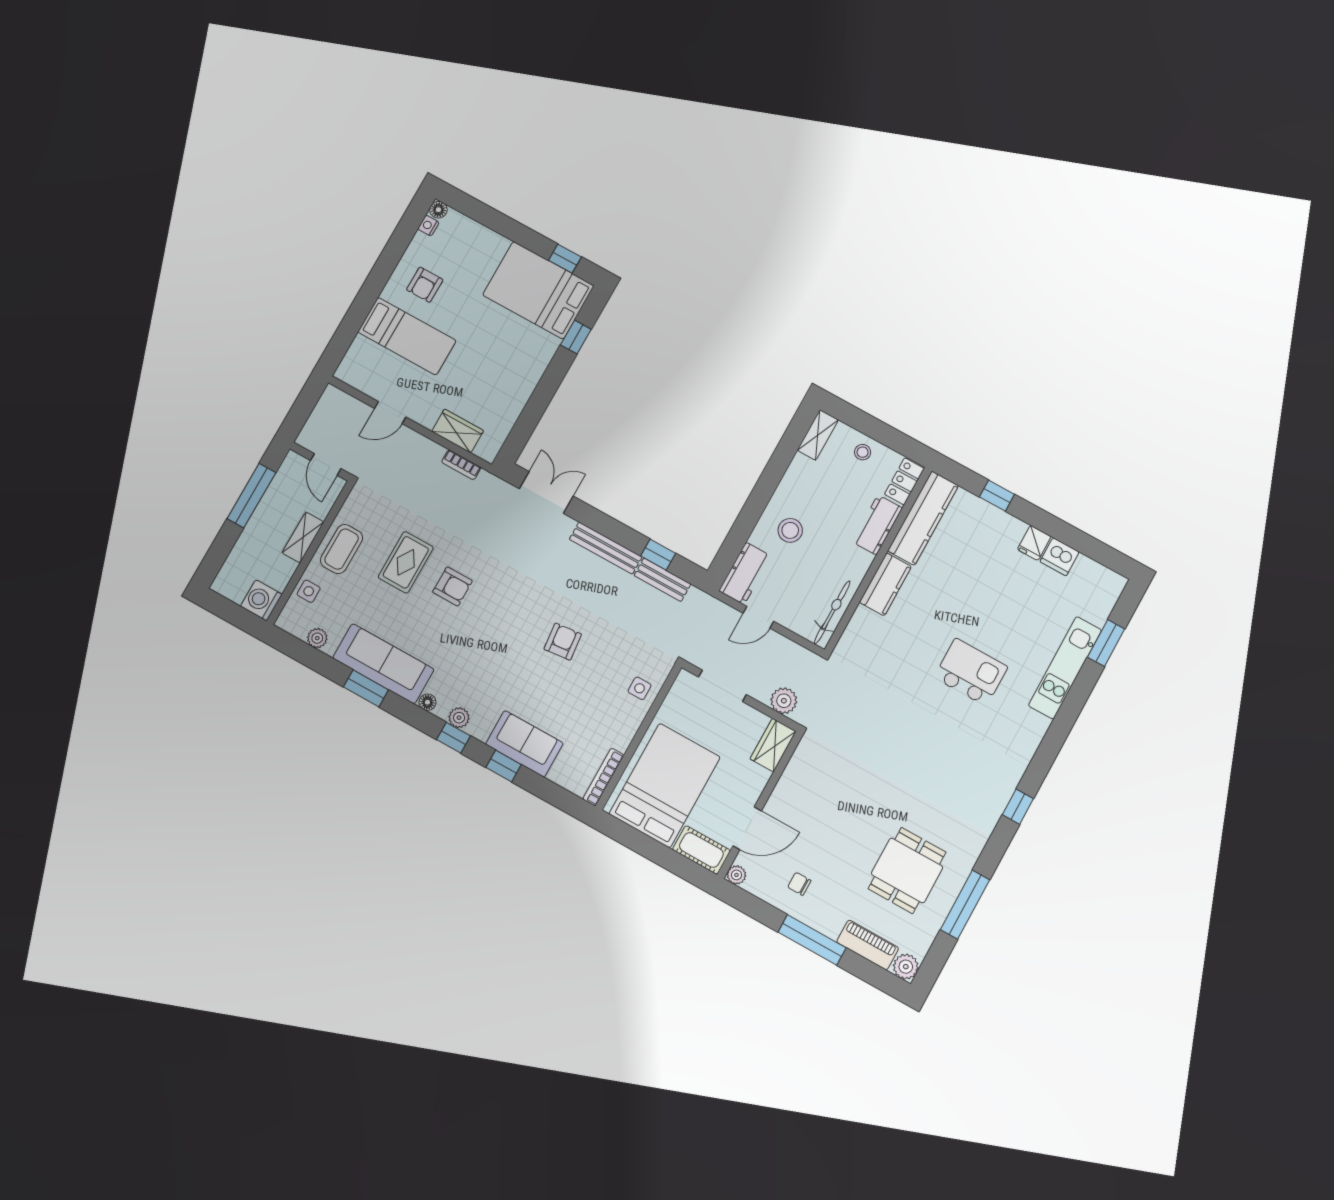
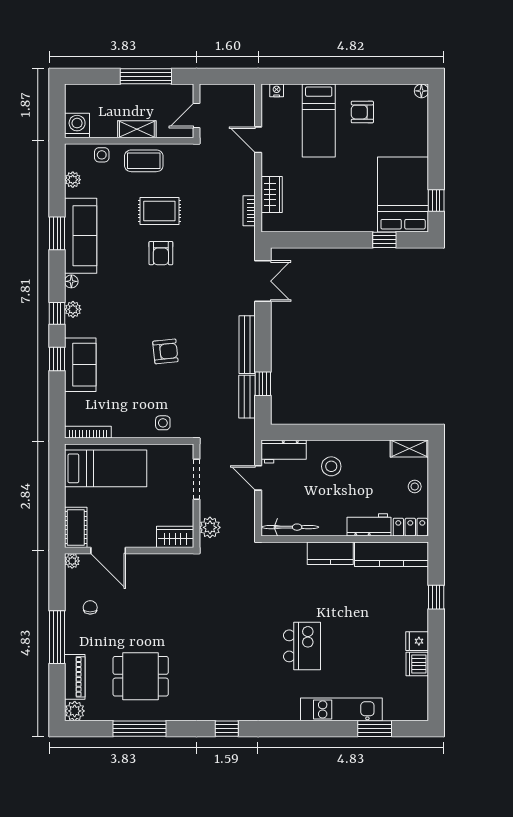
nightstand: (428, 226) -> (277, 90), moved
bed: (665, 785) -> (106, 468), width x0.67

